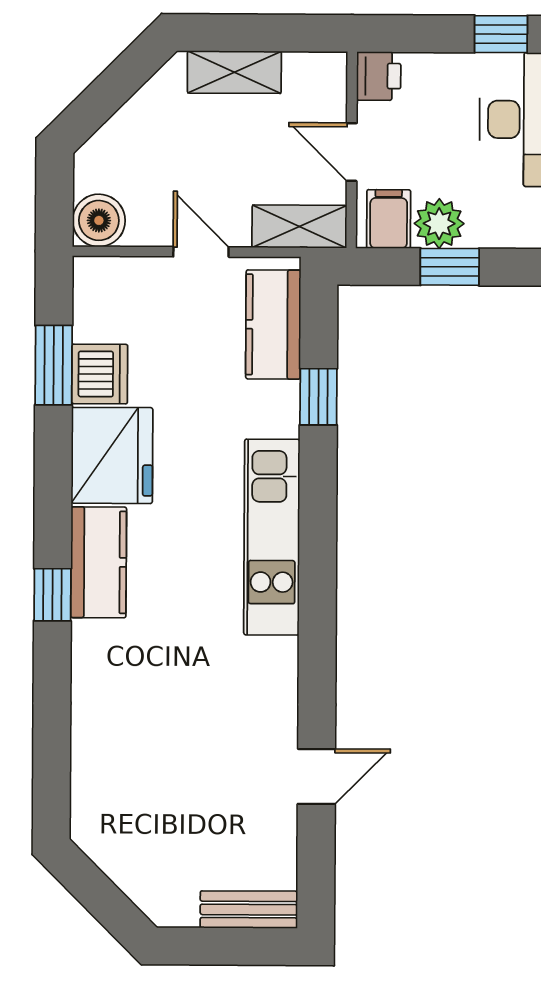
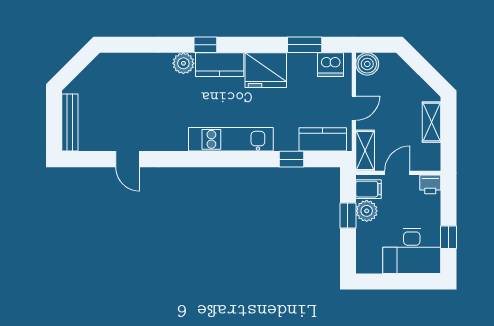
dishwasher: (100, 374) -> (330, 65), moved
plant: (95, 646) -> (183, 63), added
bench: (249, 910) -> (70, 123), width x1.36

